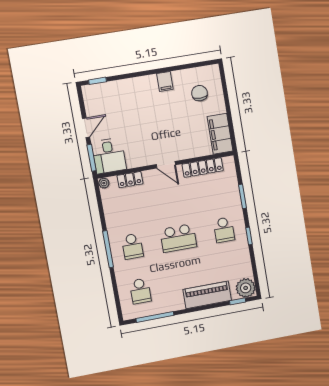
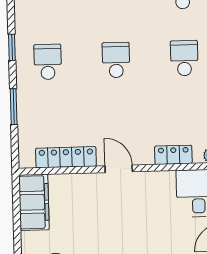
school desk: (178, 238) -> (116, 60), width x0.54

